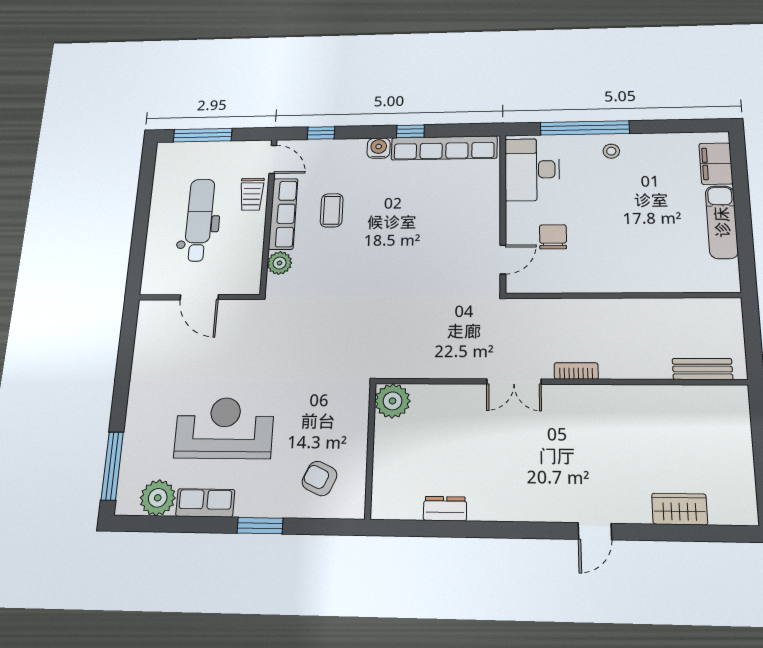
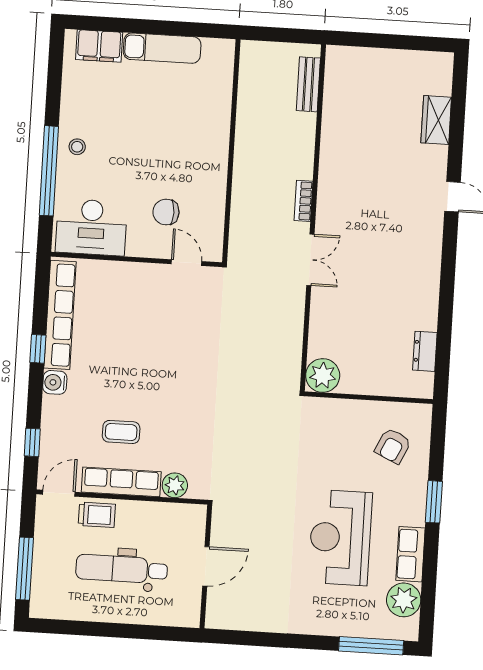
dresser: (445, 509) -> (425, 351), moved

